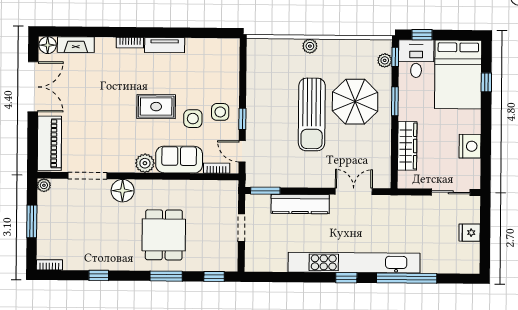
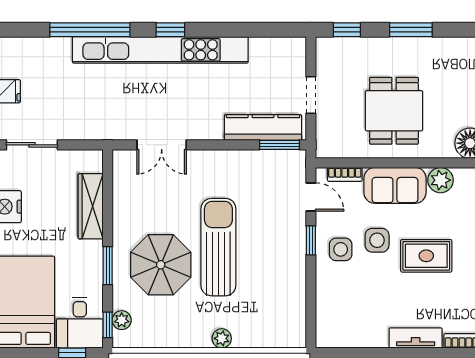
kitchen counter: (300, 204) -> (263, 127), moved
dining table: (164, 235) -> (394, 111), moved

